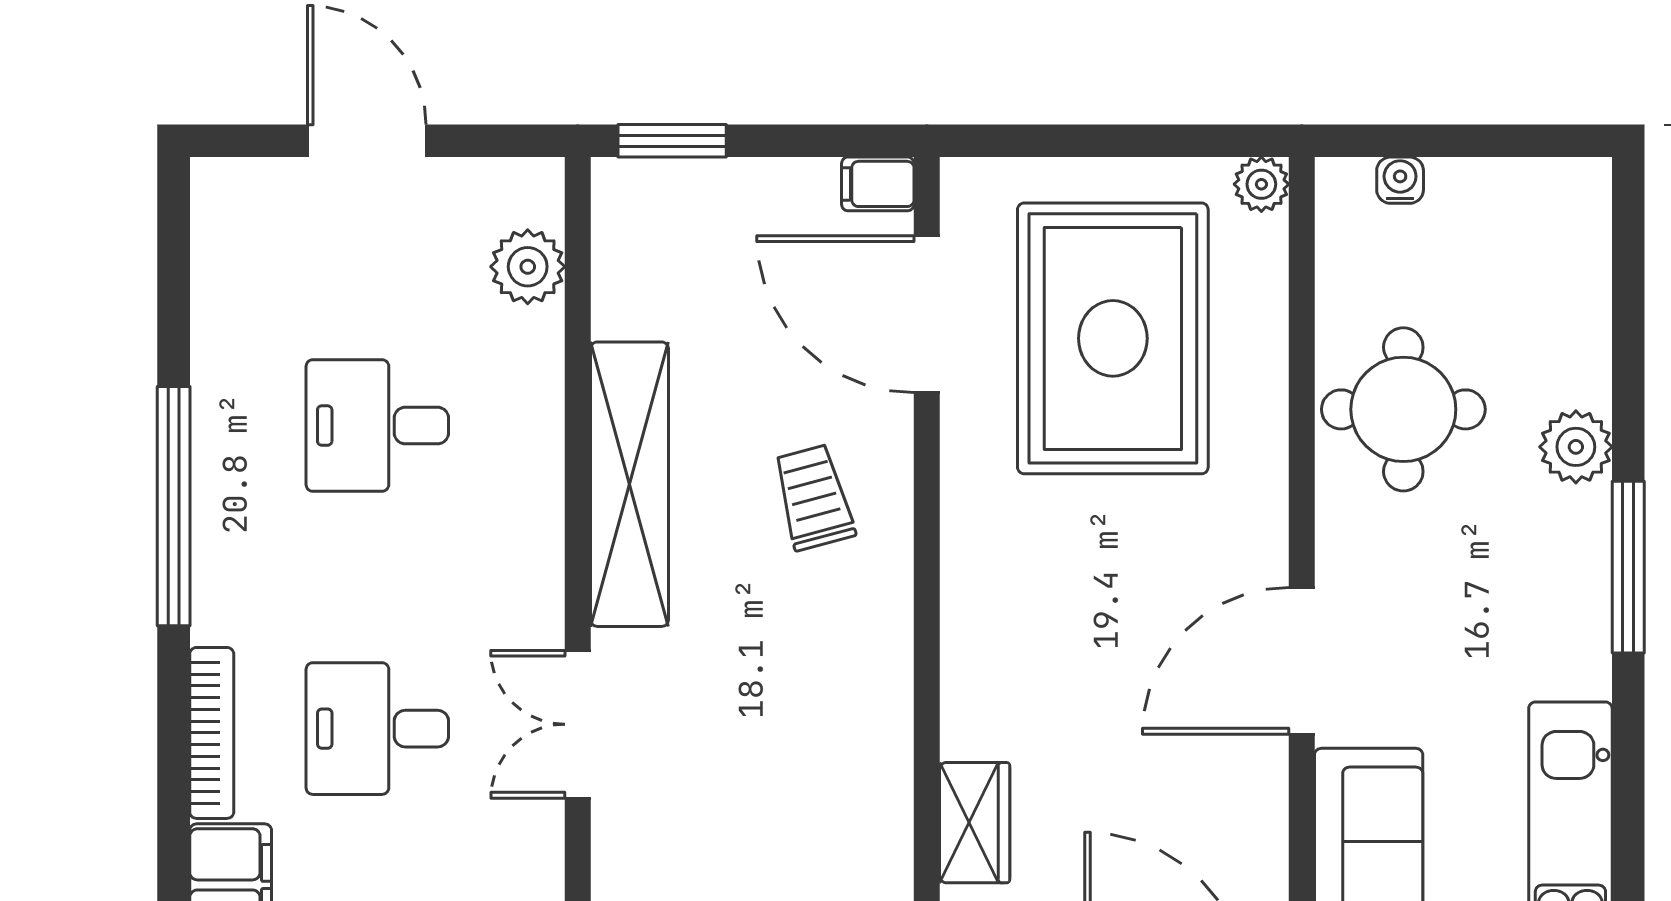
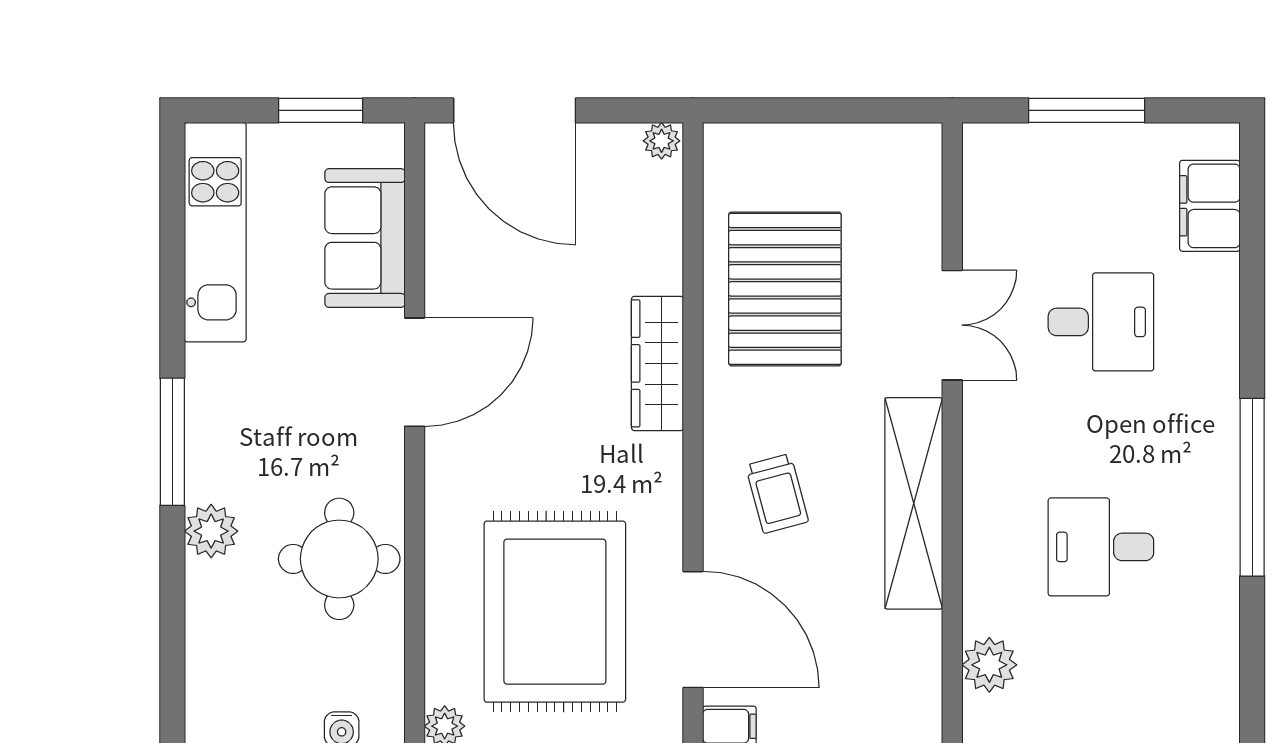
desk: (377, 426) -> (1101, 547), turned 180
bookcase: (212, 733) -> (1224, 319), removed
pallet: (803, 773) -> (785, 289), added
wardrobe: (975, 823) -> (657, 363), moved, width x1.50

